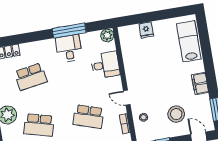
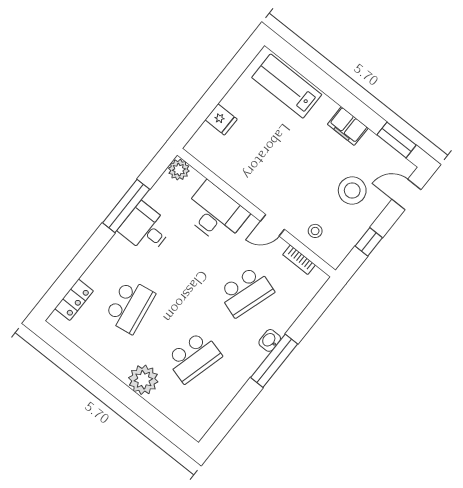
desk: (105, 65) -> (215, 213), width x1.37

